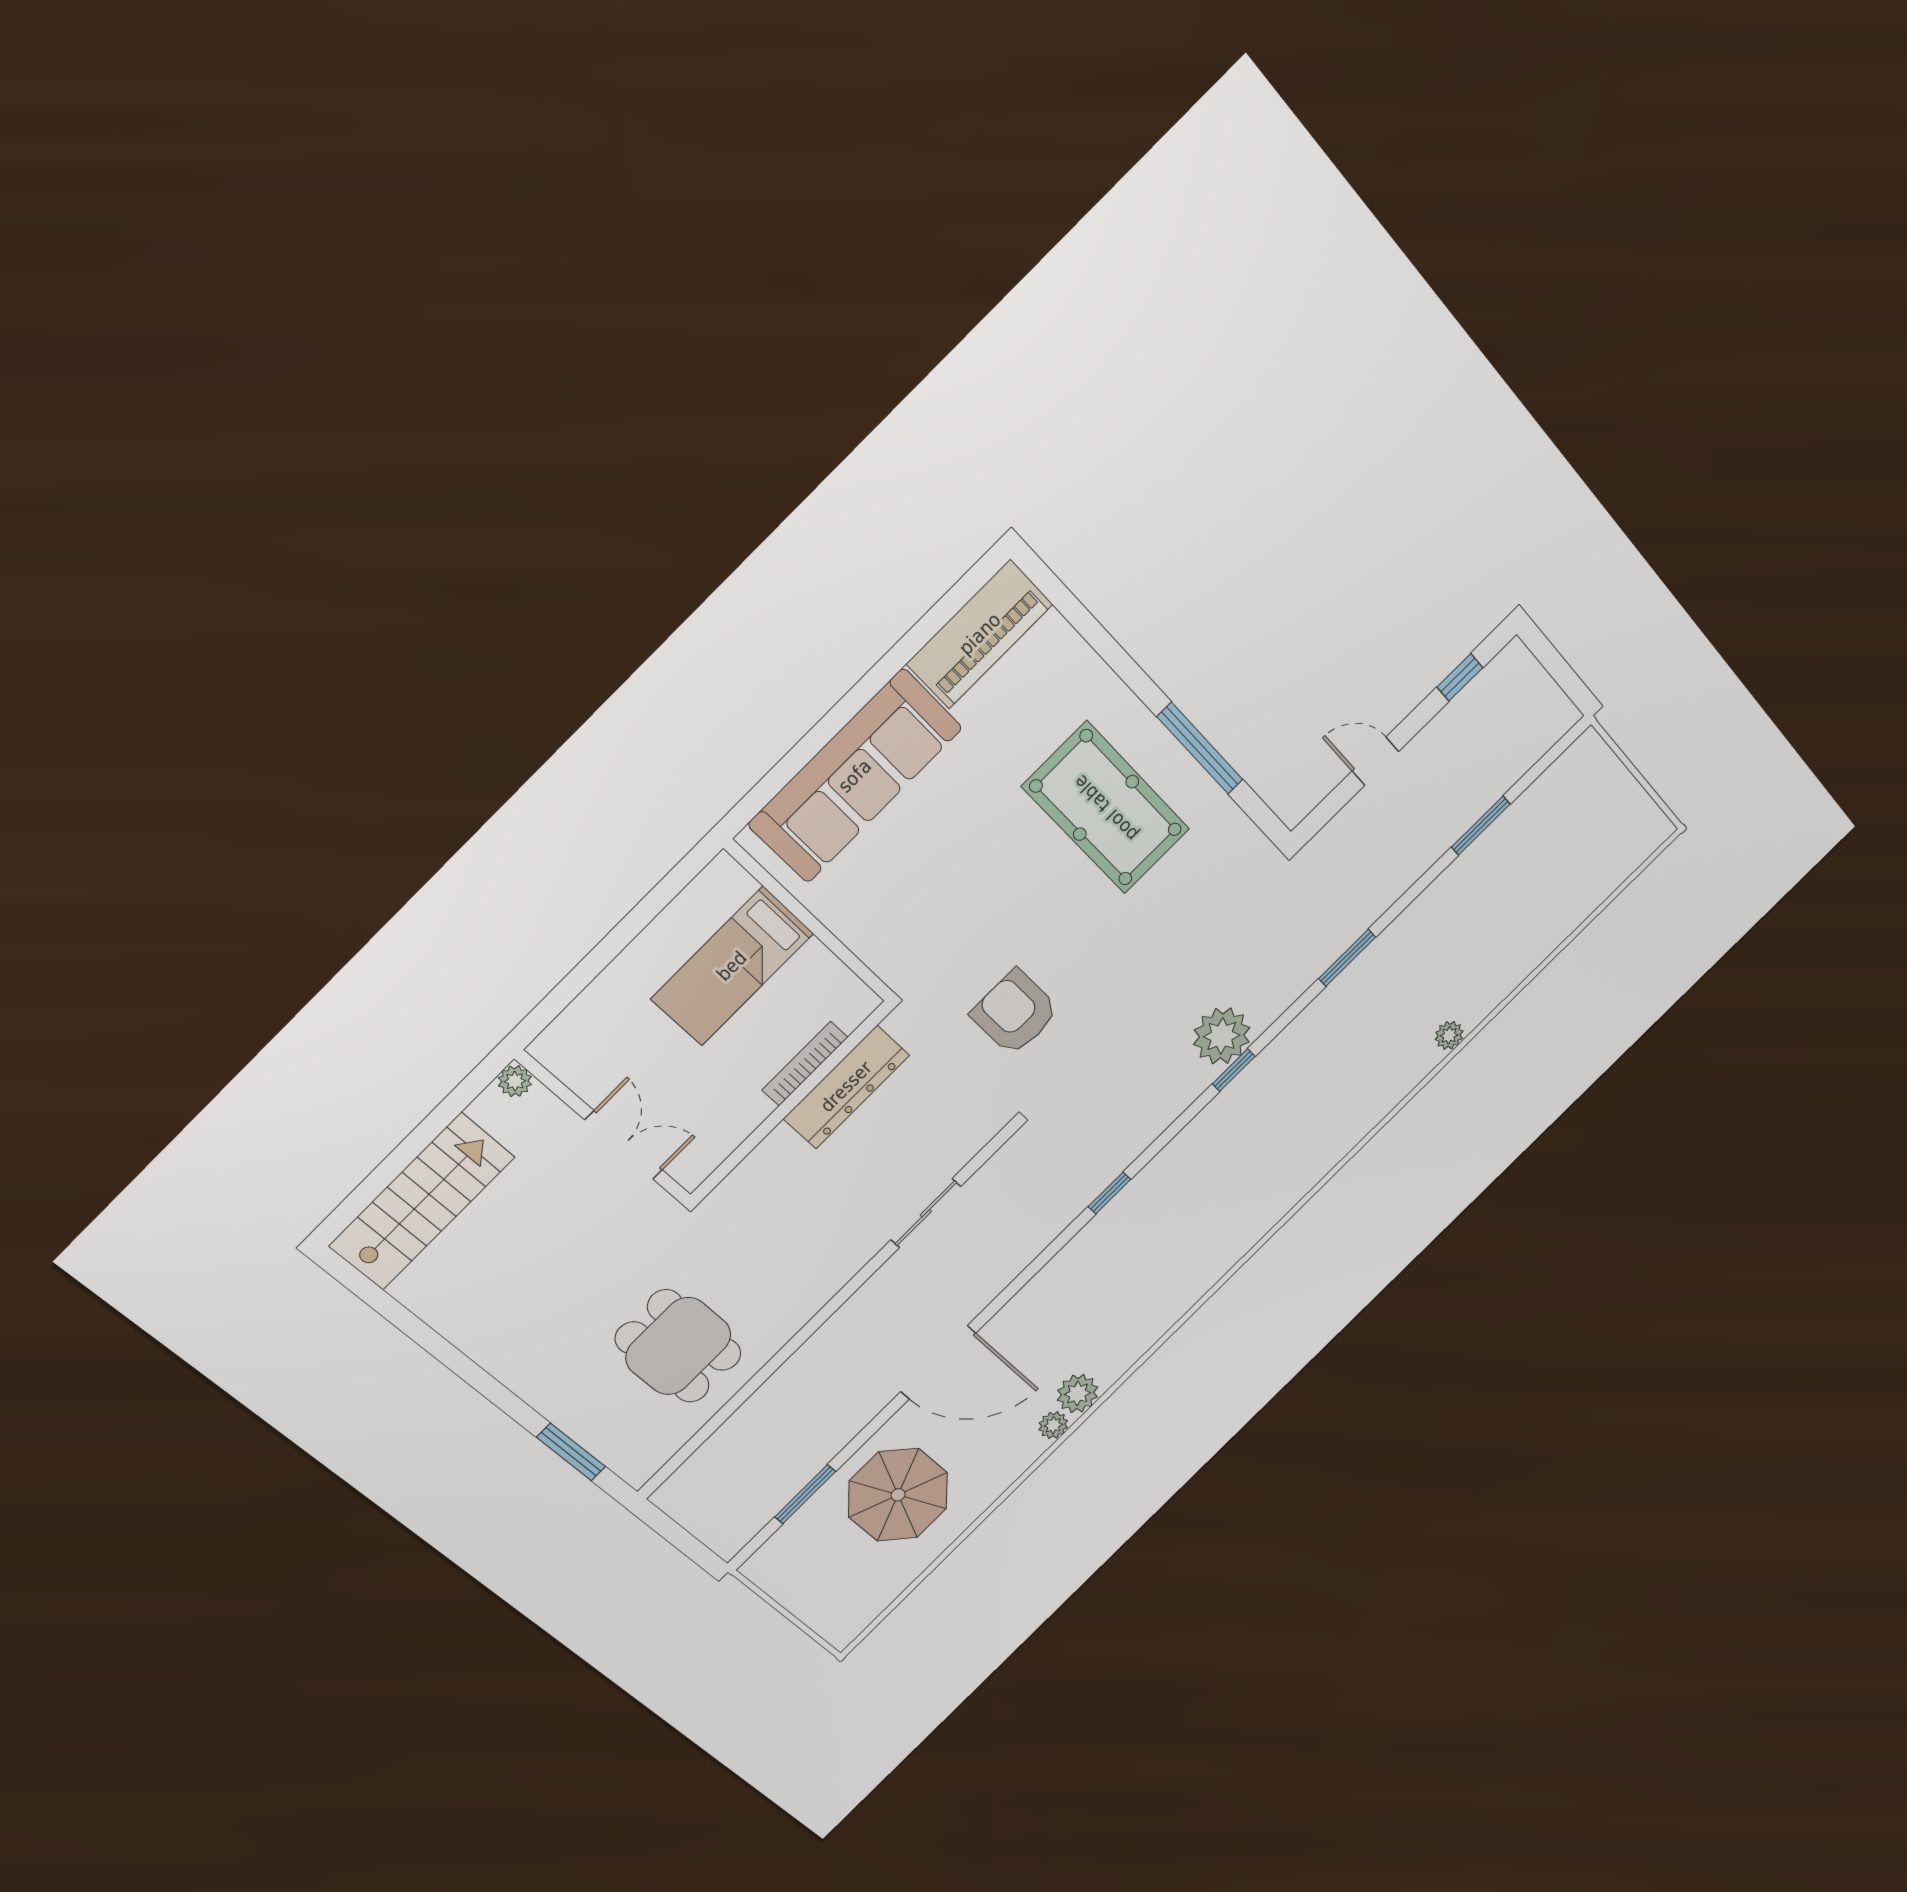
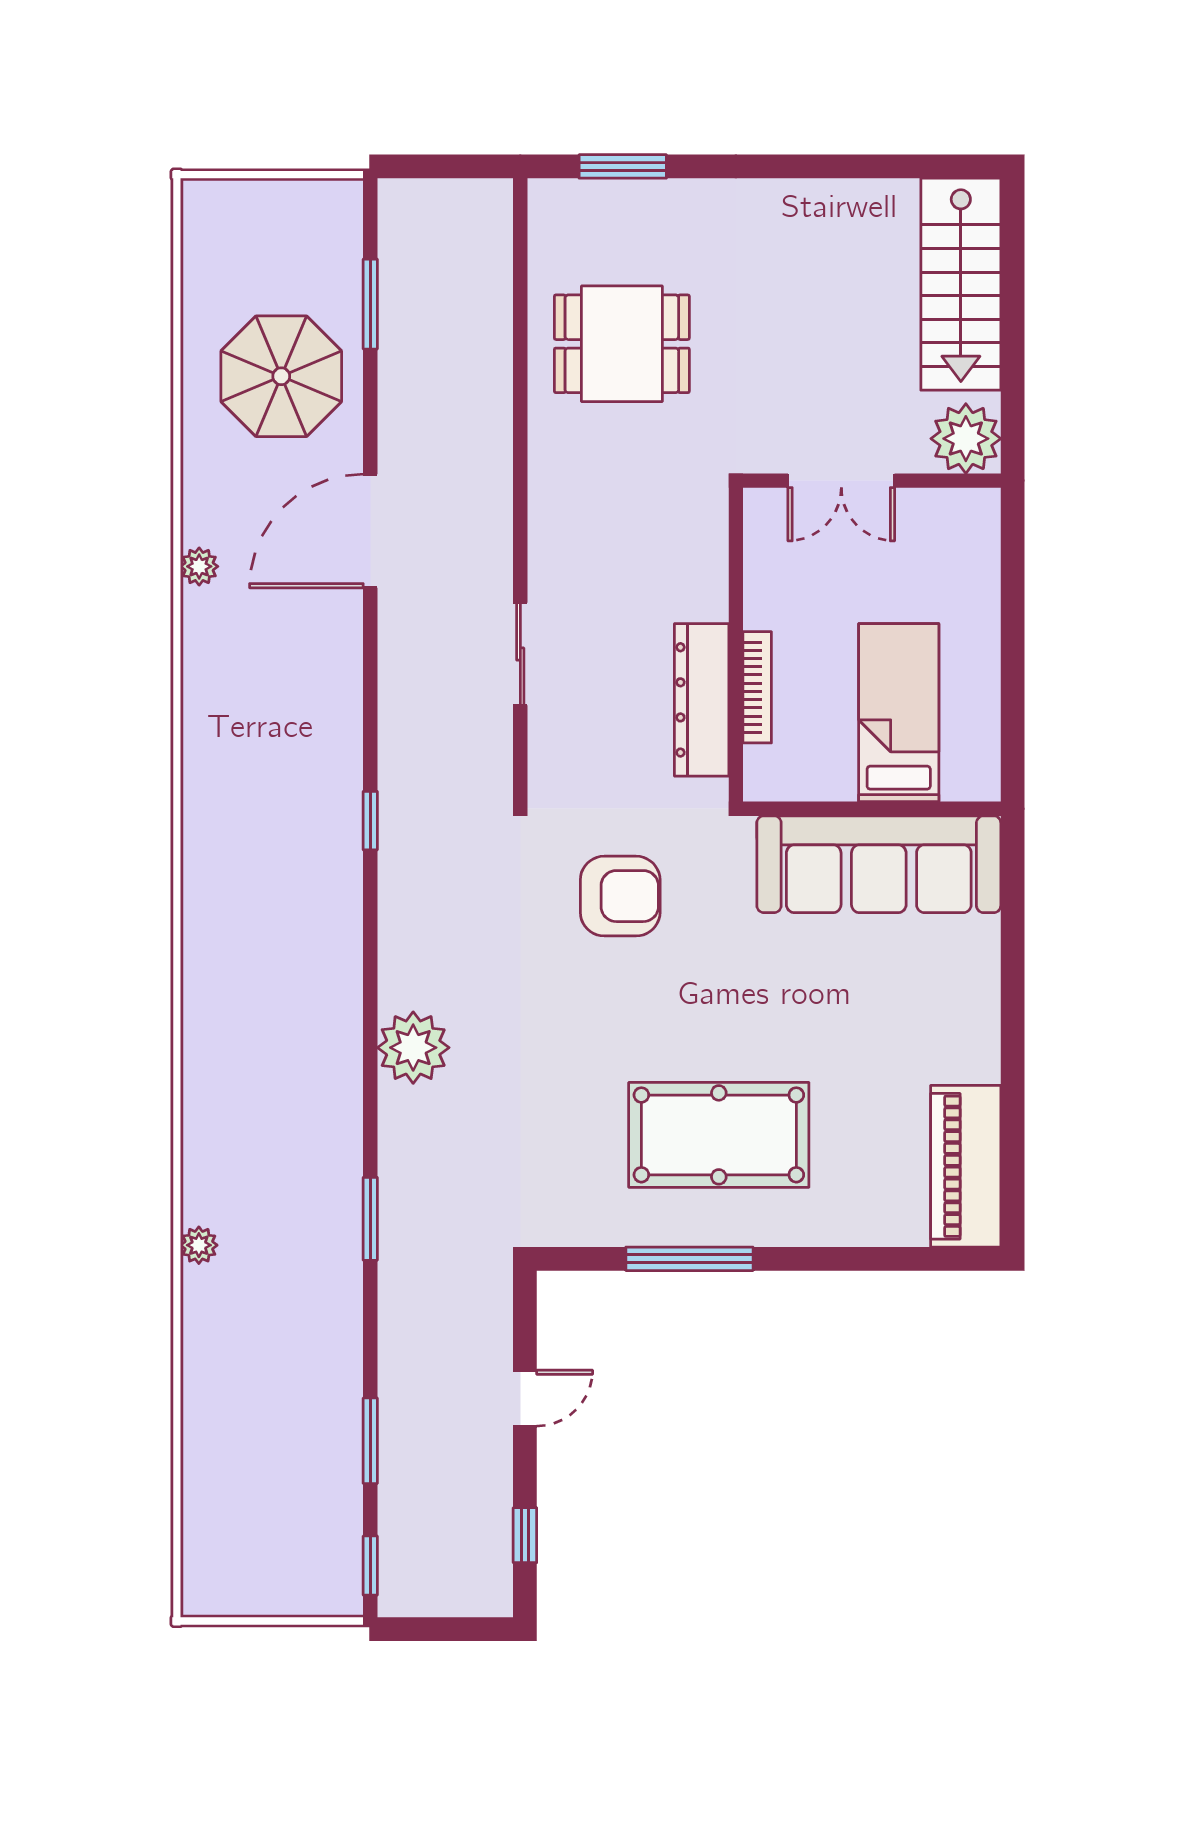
sofa: (855, 776) -> (879, 864), moved, turned -90
window: (1234, 1070) -> (370, 1566), moved
plant: (515, 1081) -> (966, 439), width x1.88, depth x1.88
plant: (1078, 1394) -> (207, 616), removed

